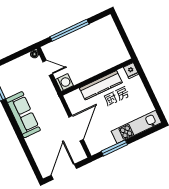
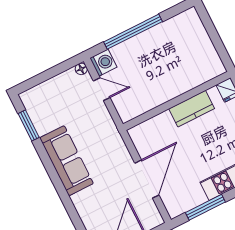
washing machine: (64, 82) -> (103, 63), moved
kitchen counter: (101, 85) -> (192, 109), width x0.67

